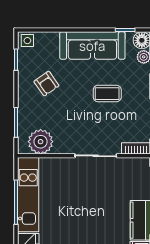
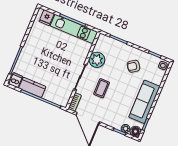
coffee table: (107, 94) -> (102, 88), moved
plant: (41, 142) -> (97, 60), moved

